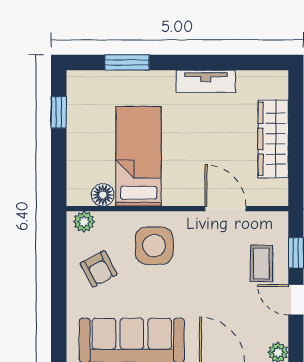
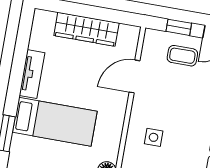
bed: (139, 156) -> (55, 122), moved, turned 180
side table: (154, 246) -> (154, 137), width x0.54, depth x0.54

